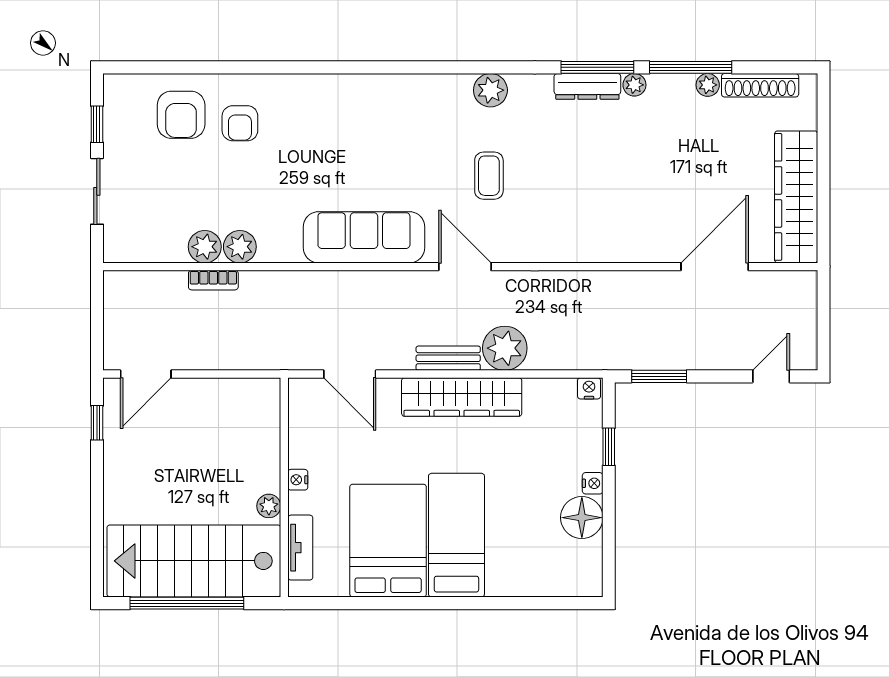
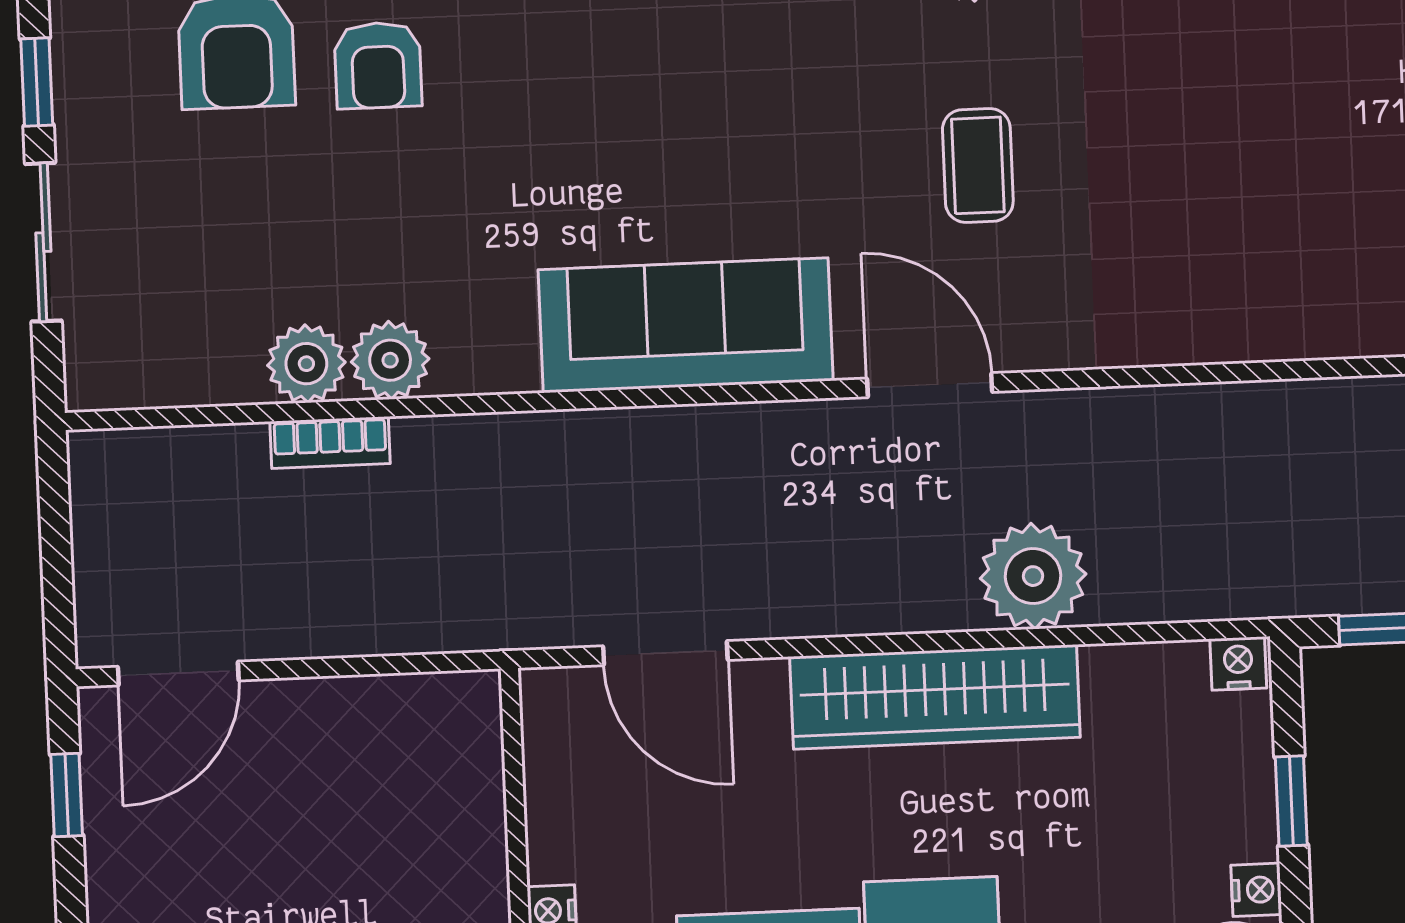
bench: (448, 358) -> (899, 606), removed

